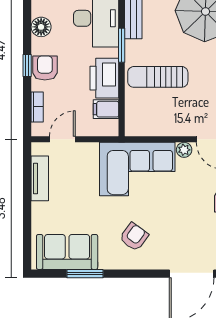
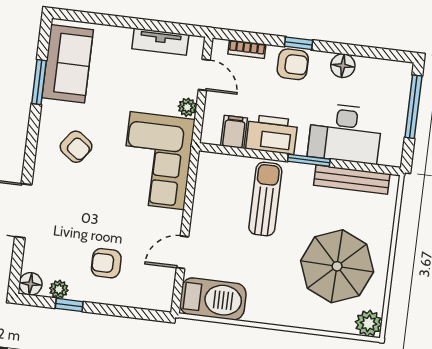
plant: (184, 150) -> (187, 107), moved

